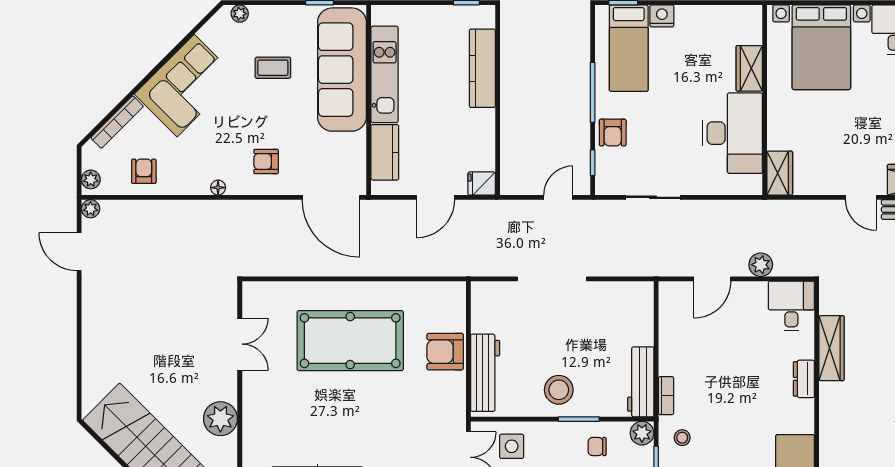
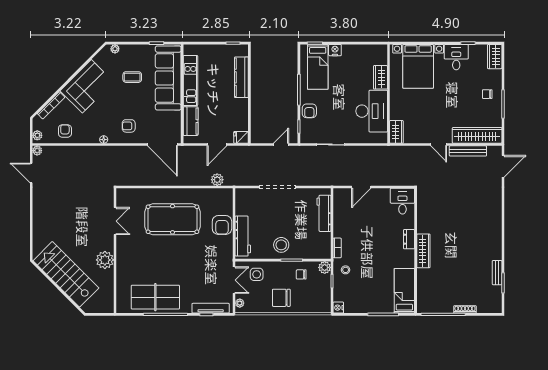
plant: (761, 265) -> (217, 180), moved
wardrobe: (832, 348) -> (423, 251), moved
armchair: (445, 352) -> (222, 225), turned -90
workbench: (641, 382) -> (324, 213), moved

